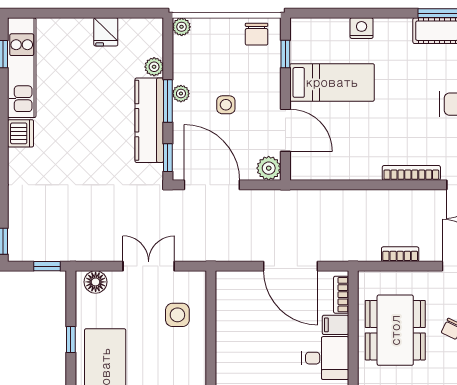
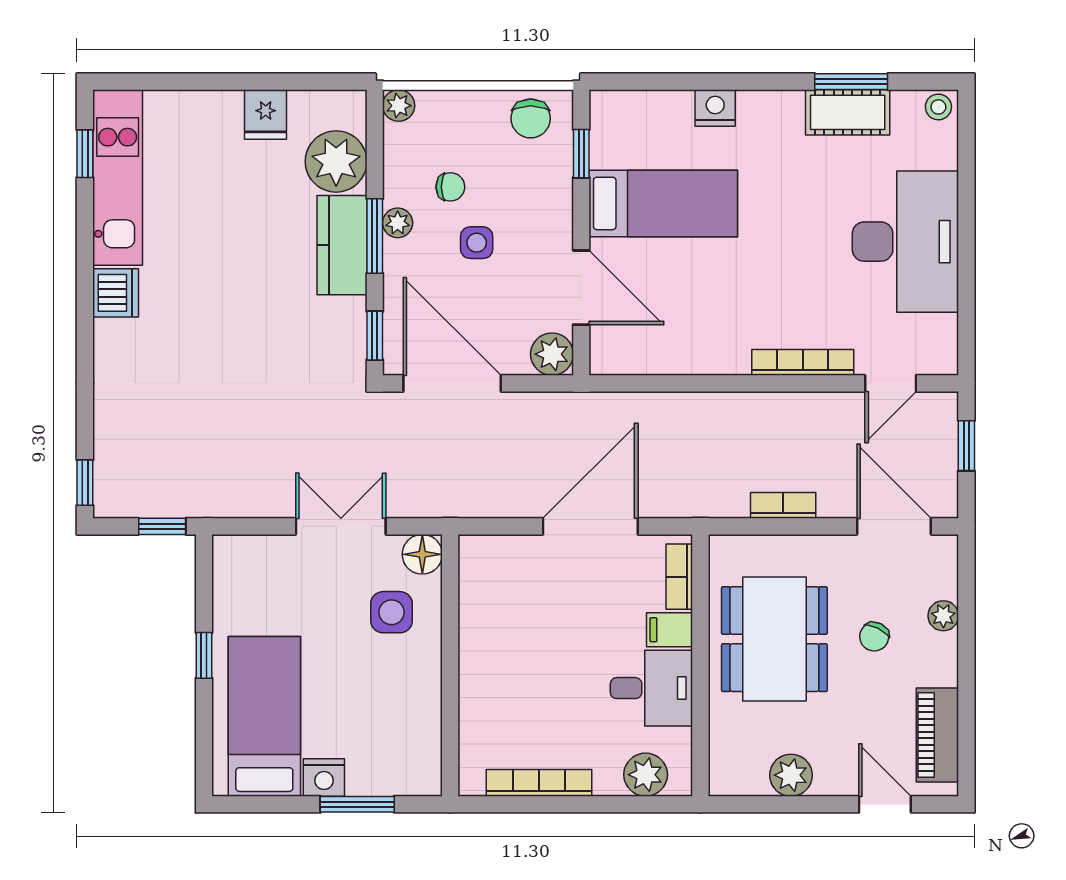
plant: (154, 67) -> (336, 161), width x1.87, depth x1.87
chair: (211, 73) -> (450, 187), added
kitchen counter: (149, 120) -> (342, 245), width x0.67
door: (291, 266) -> (590, 526), swing flipped
floor lamp: (96, 282) -> (422, 554), moved

